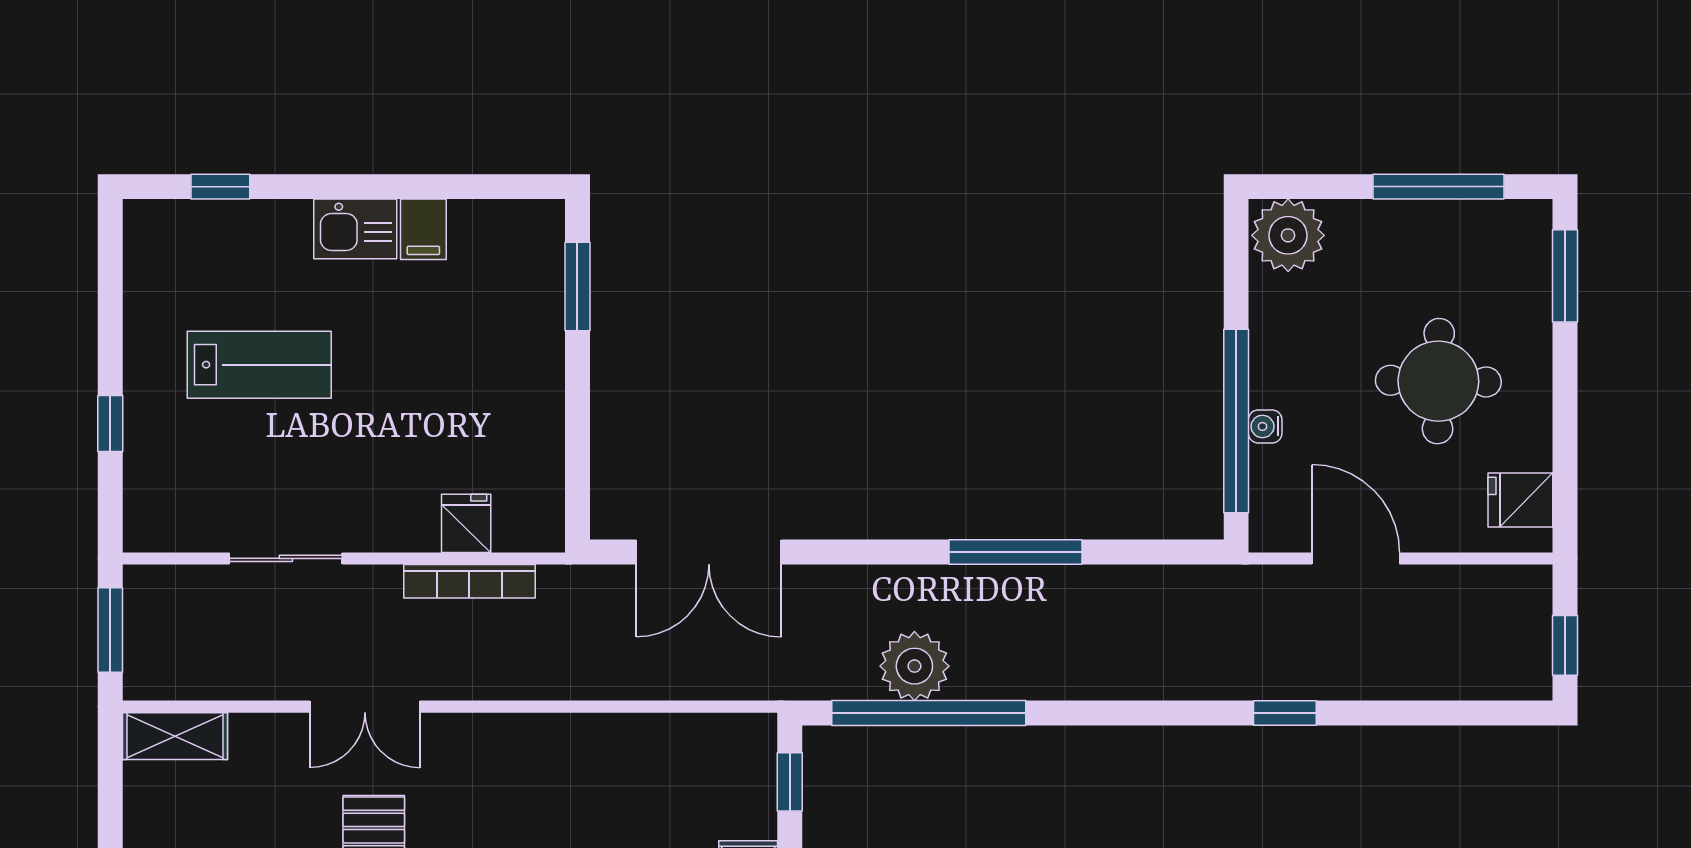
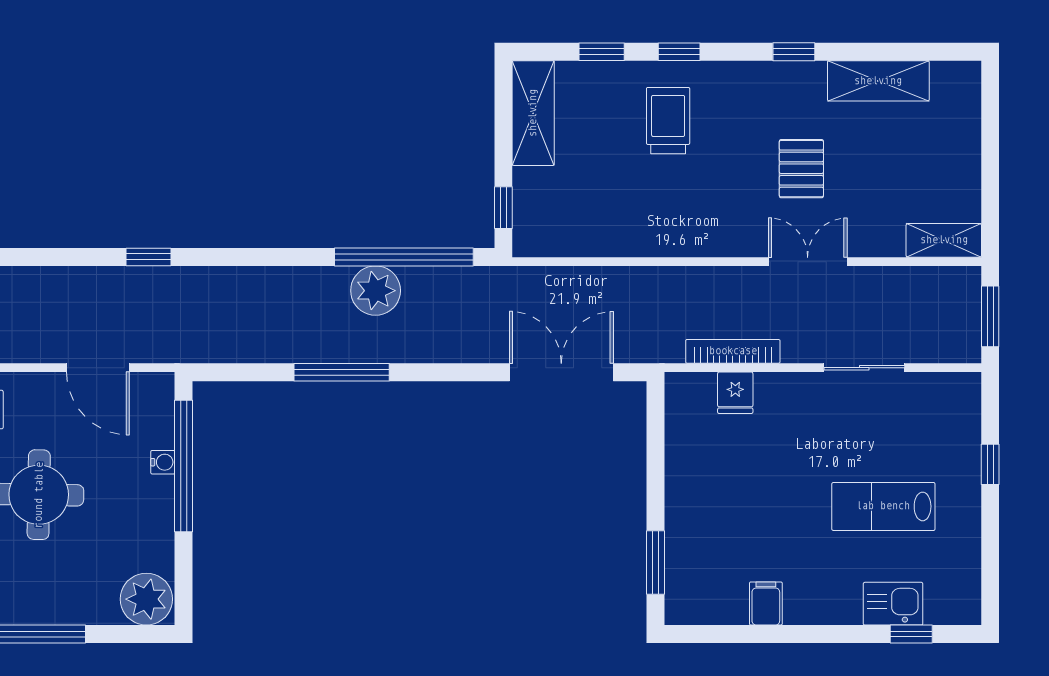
kitchen sink: (355, 229) -> (893, 604), moved
plant: (914, 666) -> (376, 291), moved

